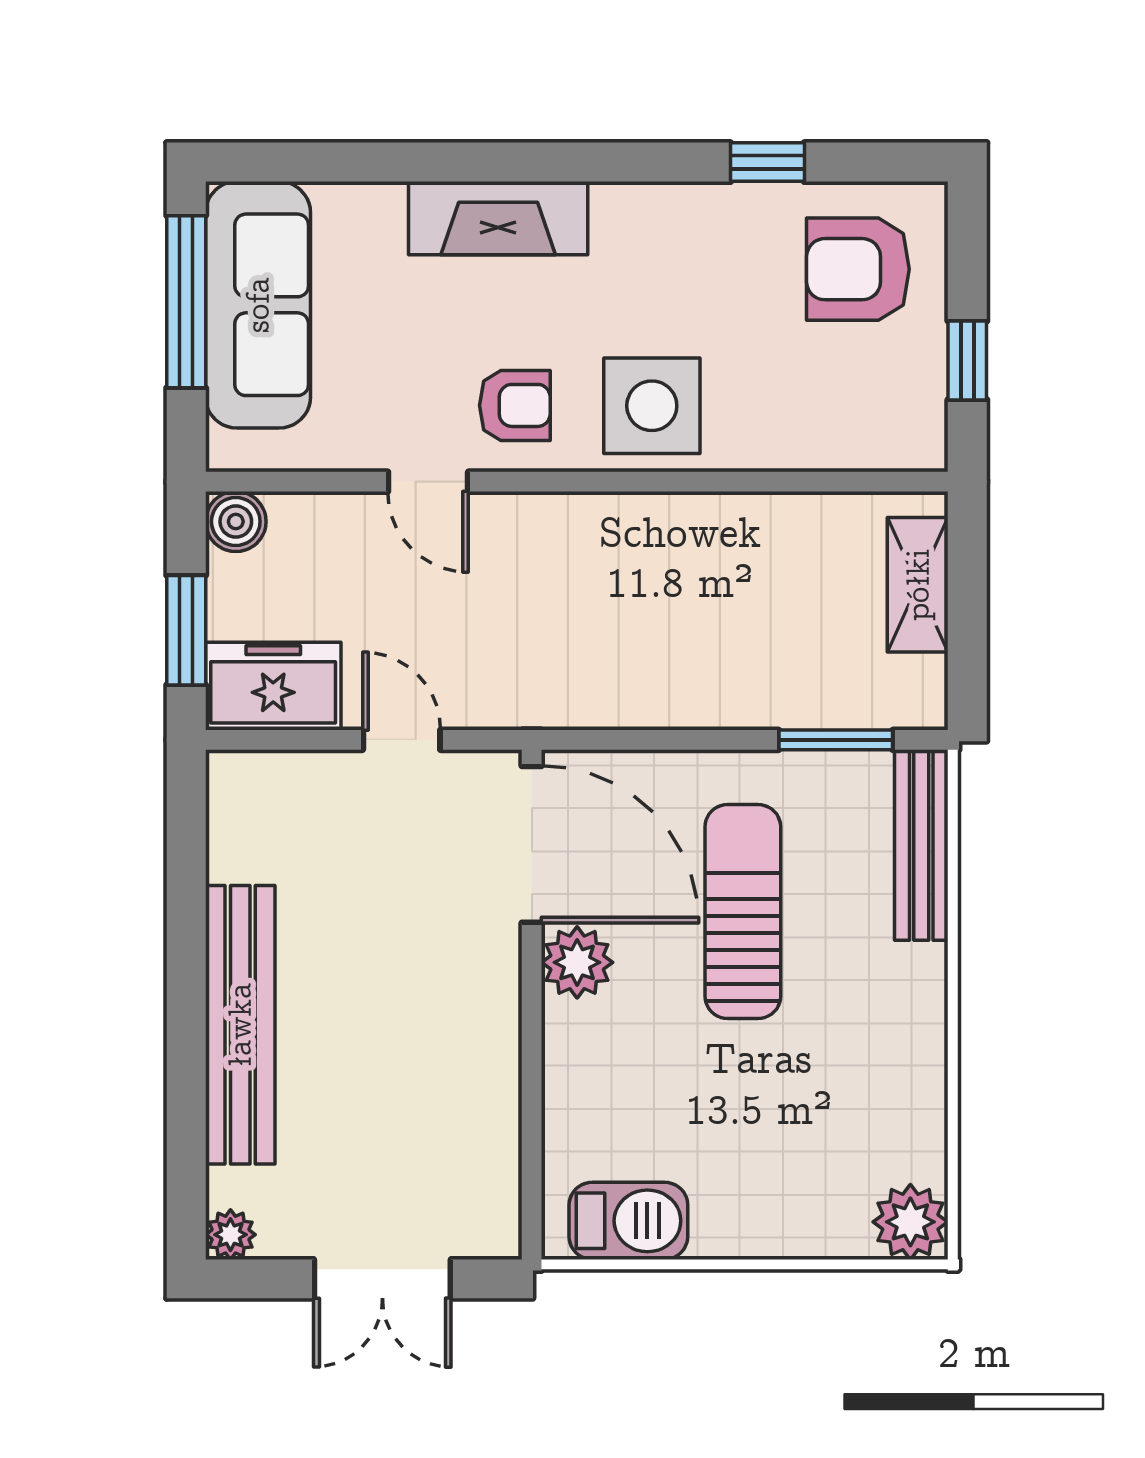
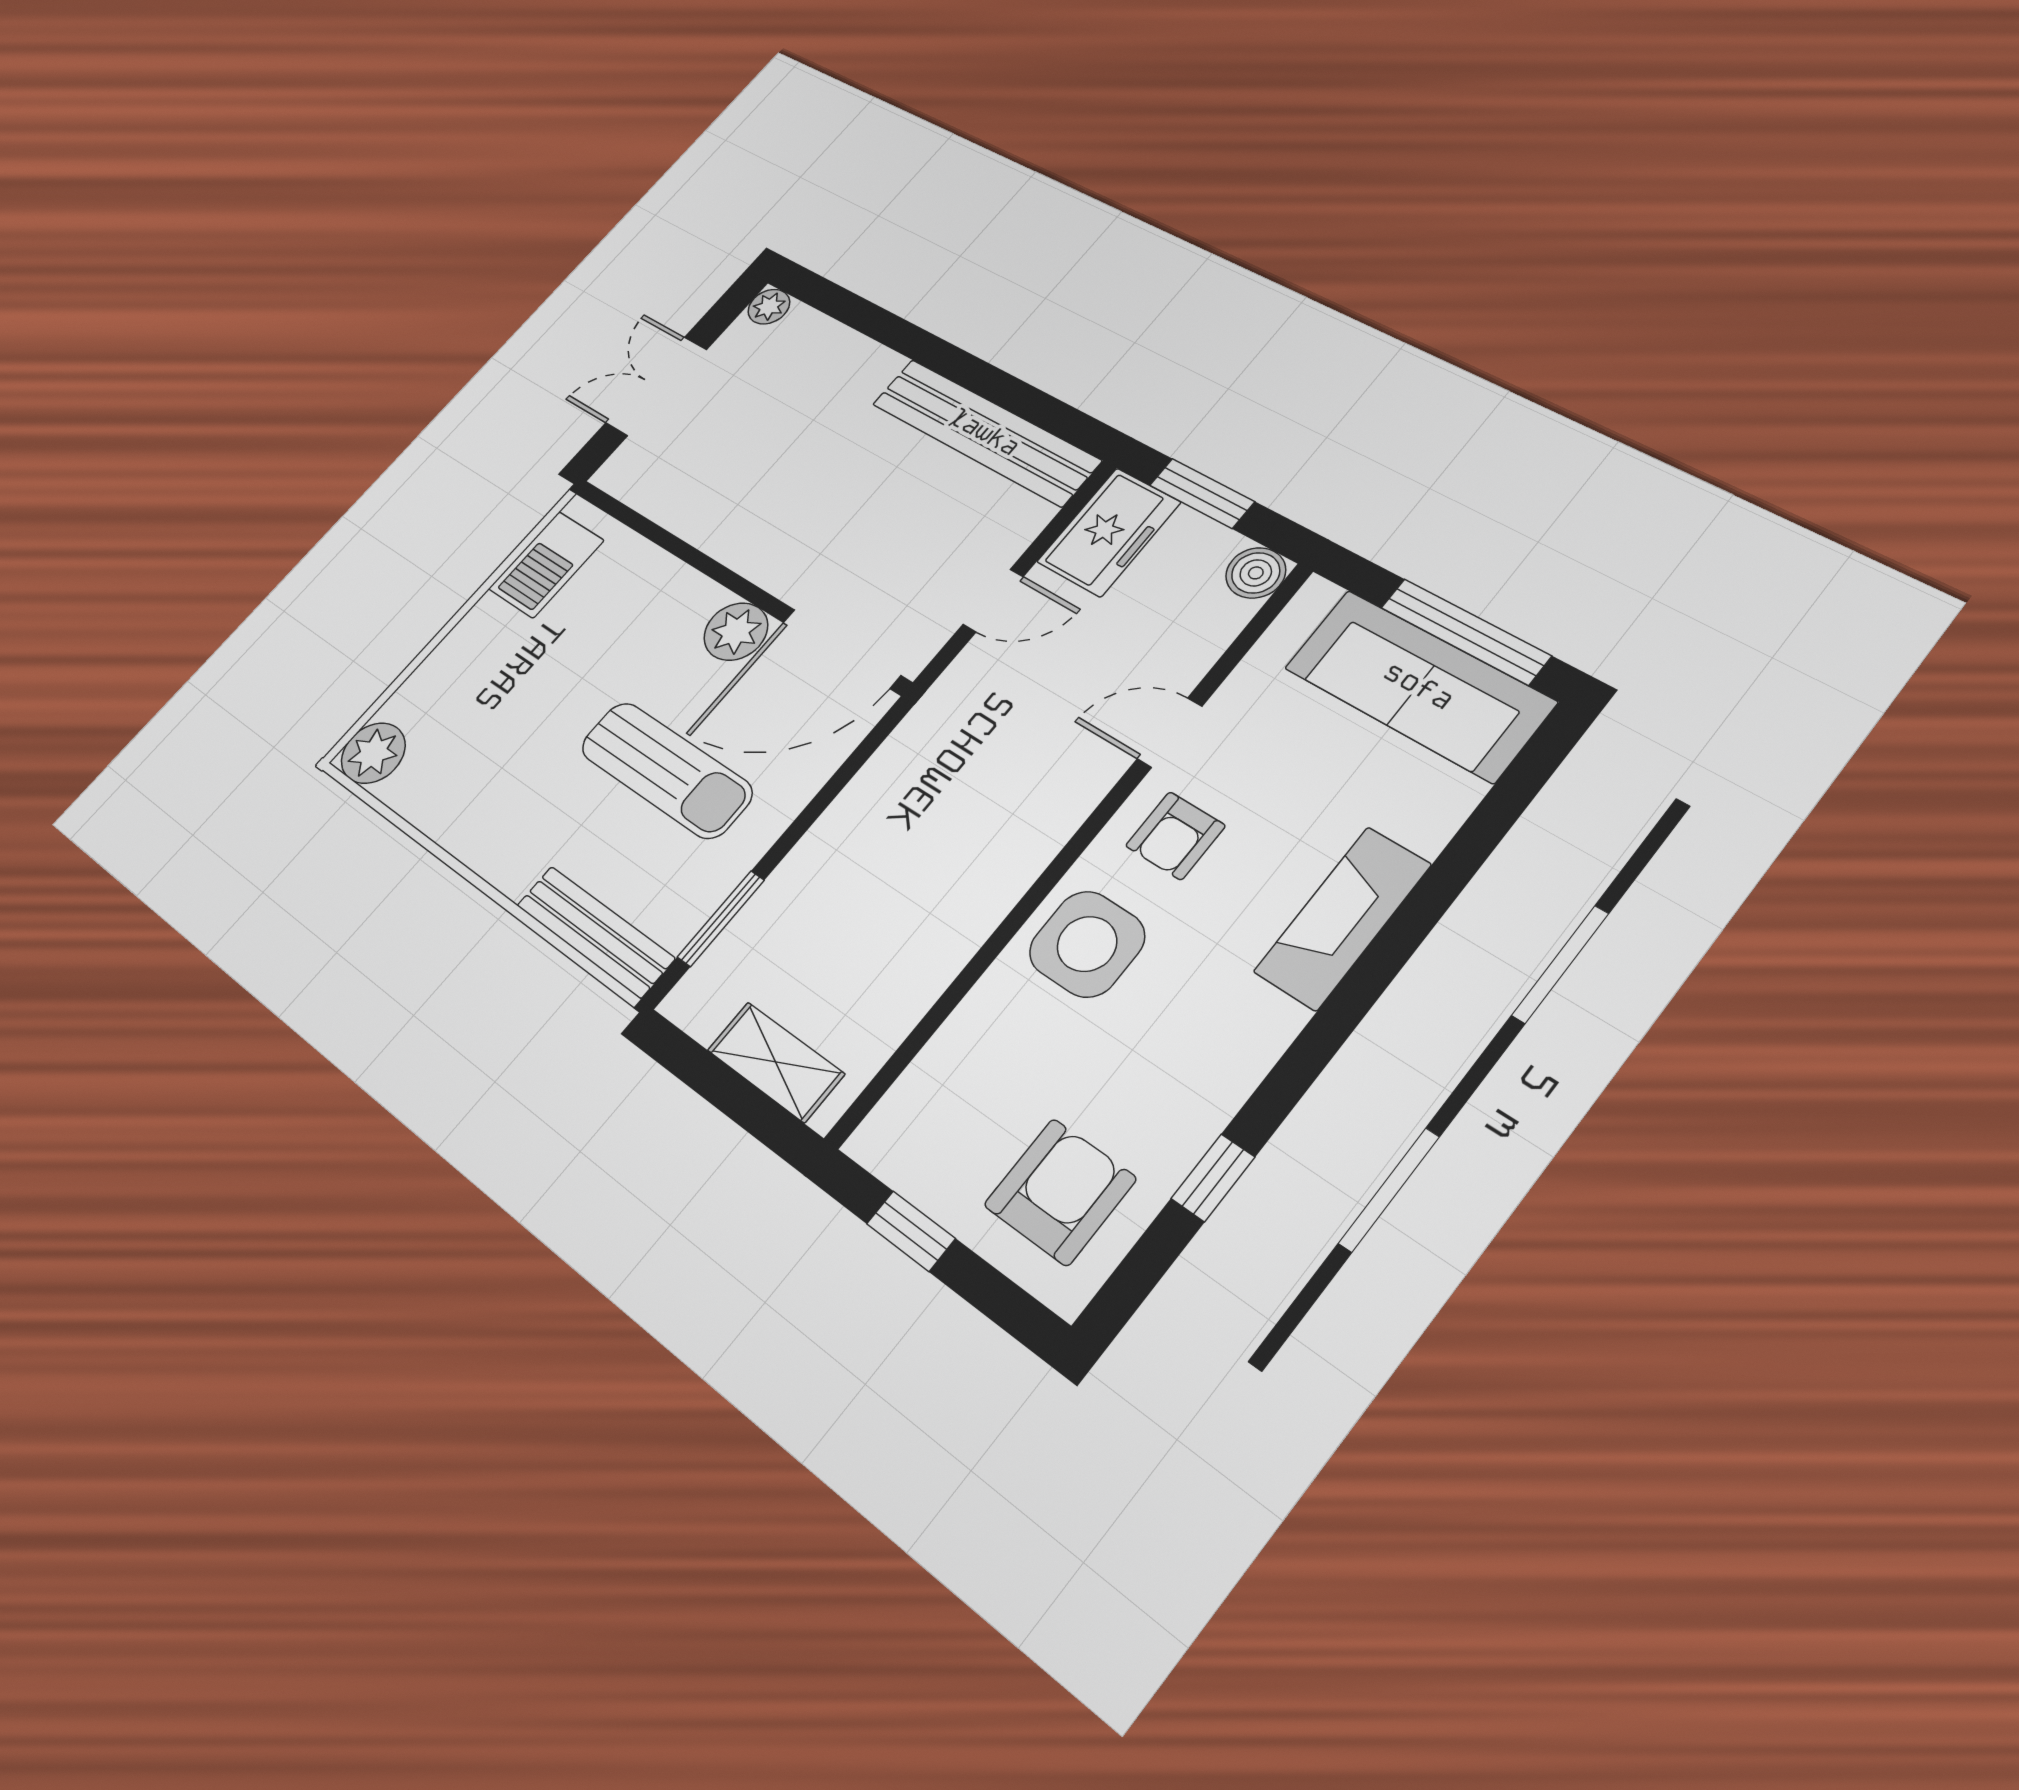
bench: (240, 1025) -> (985, 432), moved

